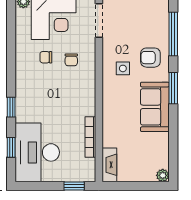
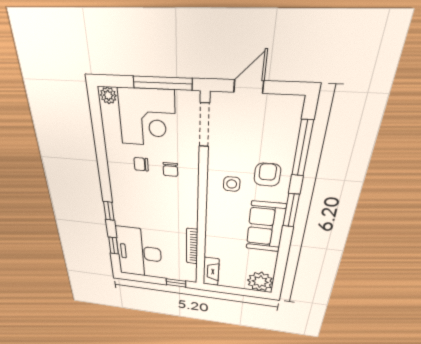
armchair: (150, 58) -> (267, 175), turned 90
plant: (163, 175) -> (260, 282), width x1.88, depth x1.88

